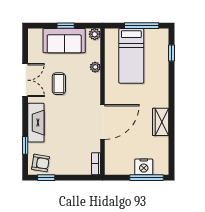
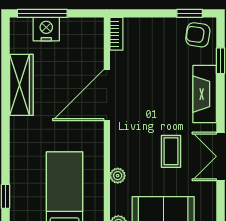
wardrobe: (161, 122) -> (21, 85), width x1.50

